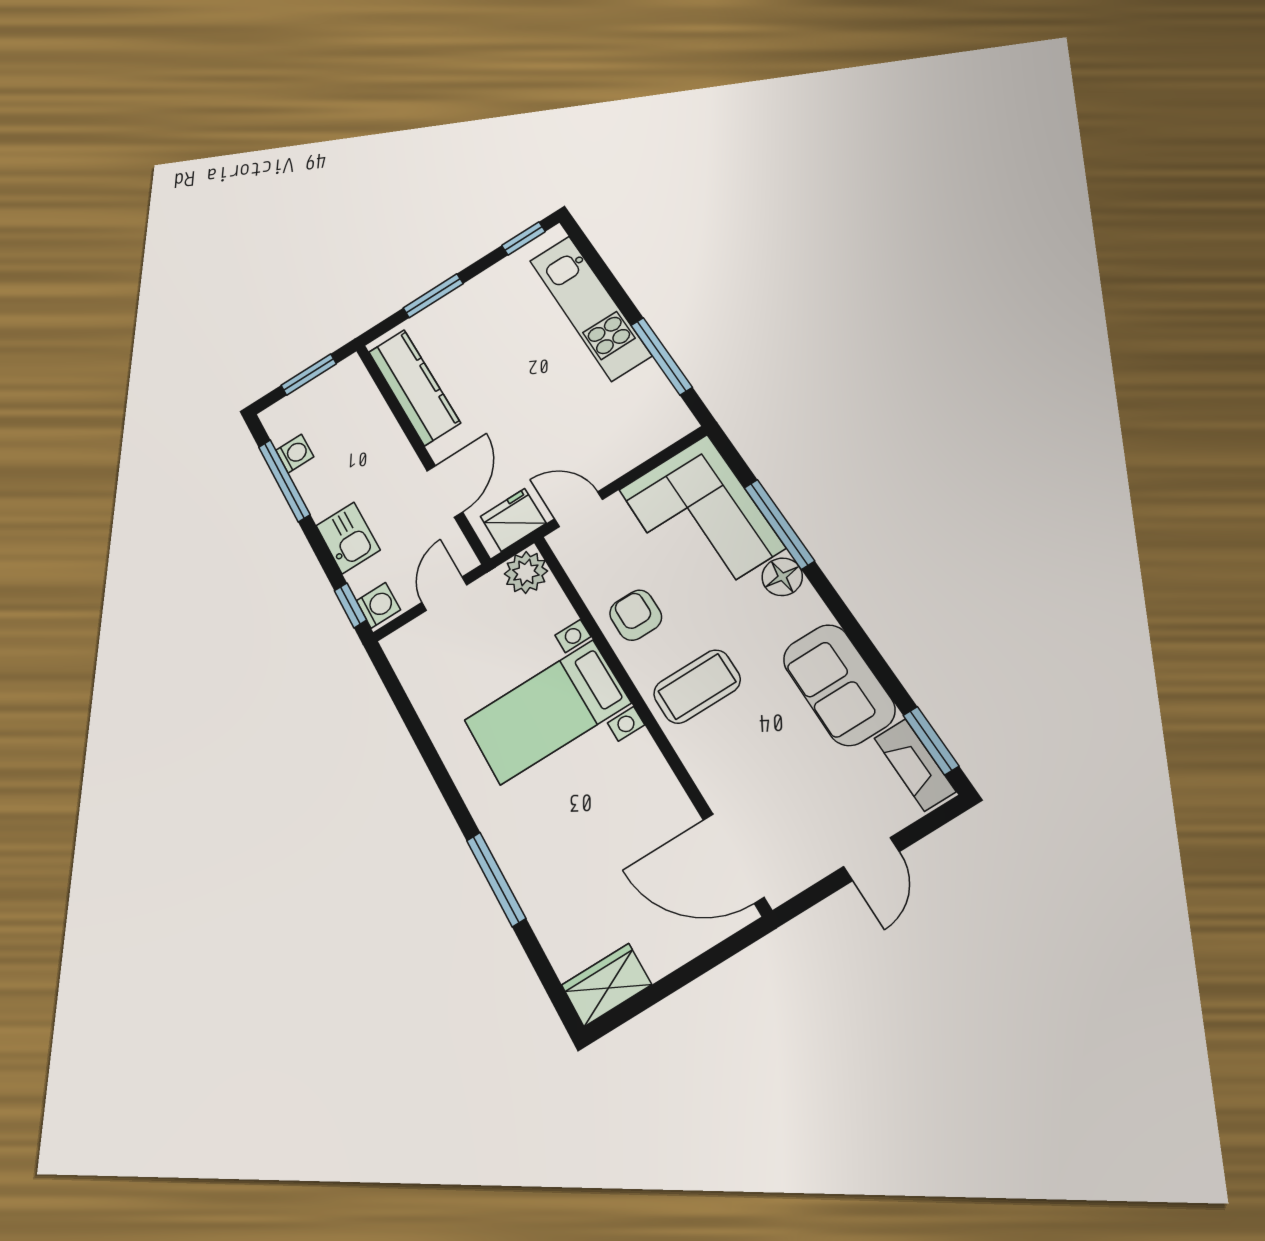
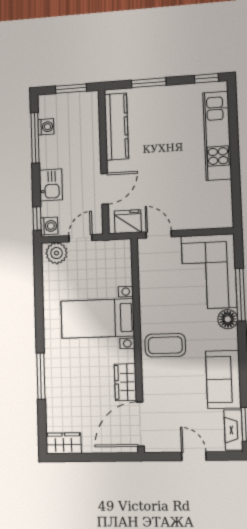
window: (661, 356) -> (236, 182), removed
plant: (526, 572) -> (57, 253), moved
armchair: (636, 615) -> (157, 298), removed
wardrobe: (661, 796) -> (125, 382), added
door: (733, 858) -> (140, 424), hinge flipped
door: (871, 859) -> (194, 456), swing flipped

